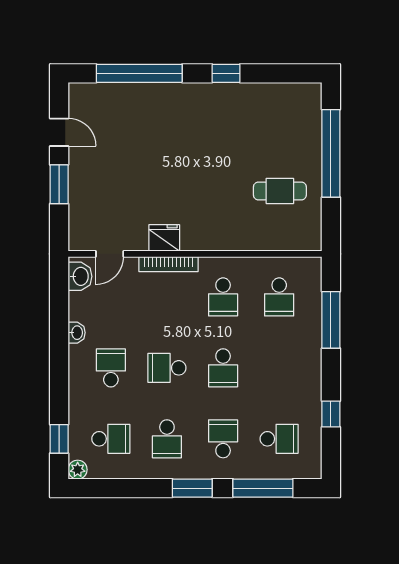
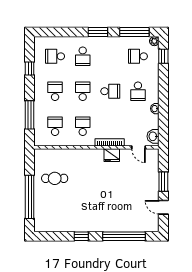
door: (110, 254) -> (139, 147), swing flipped
school desk: (167, 439) -> (55, 91), moved
window: (263, 488) -> (134, 32), moved

